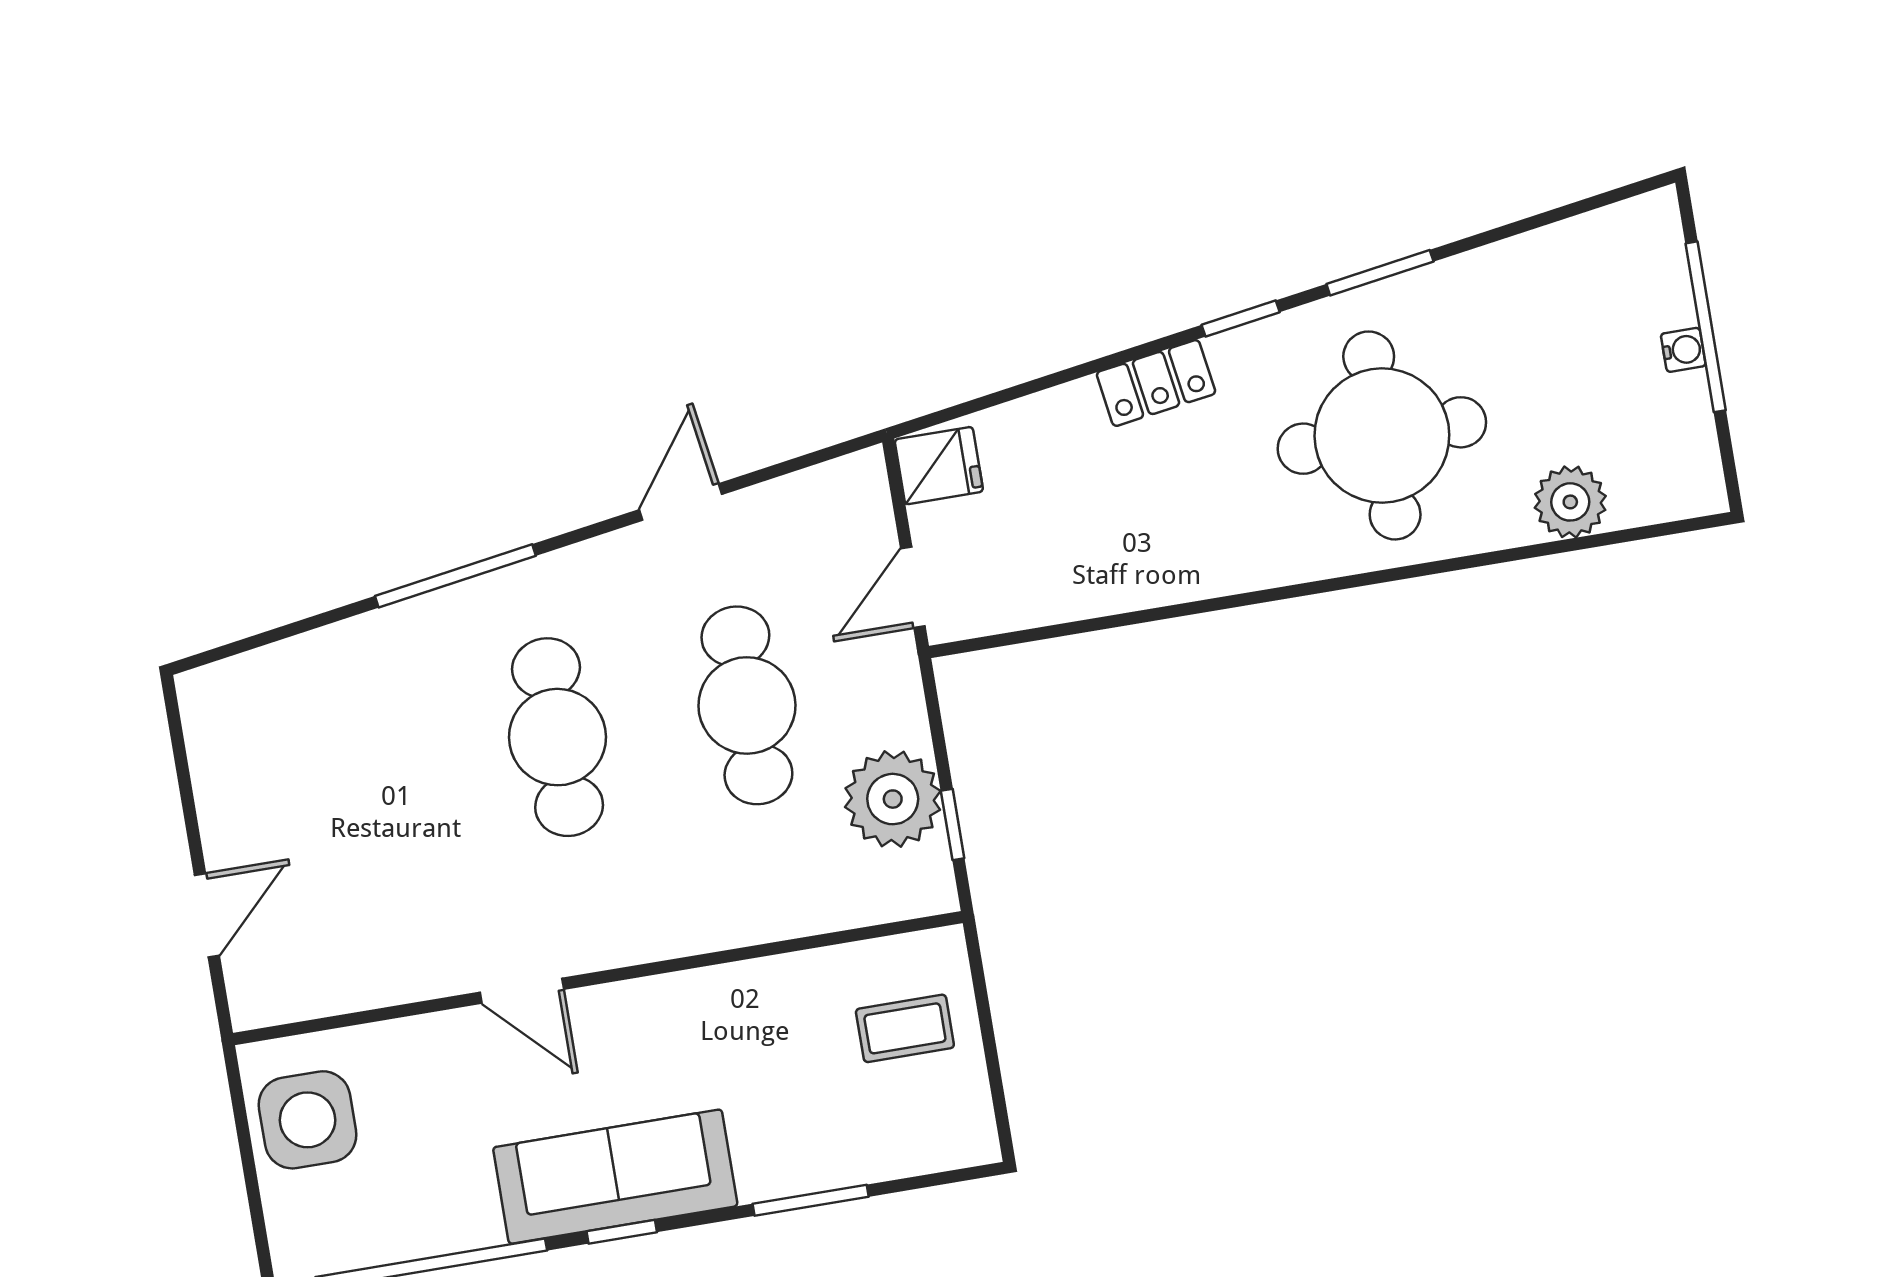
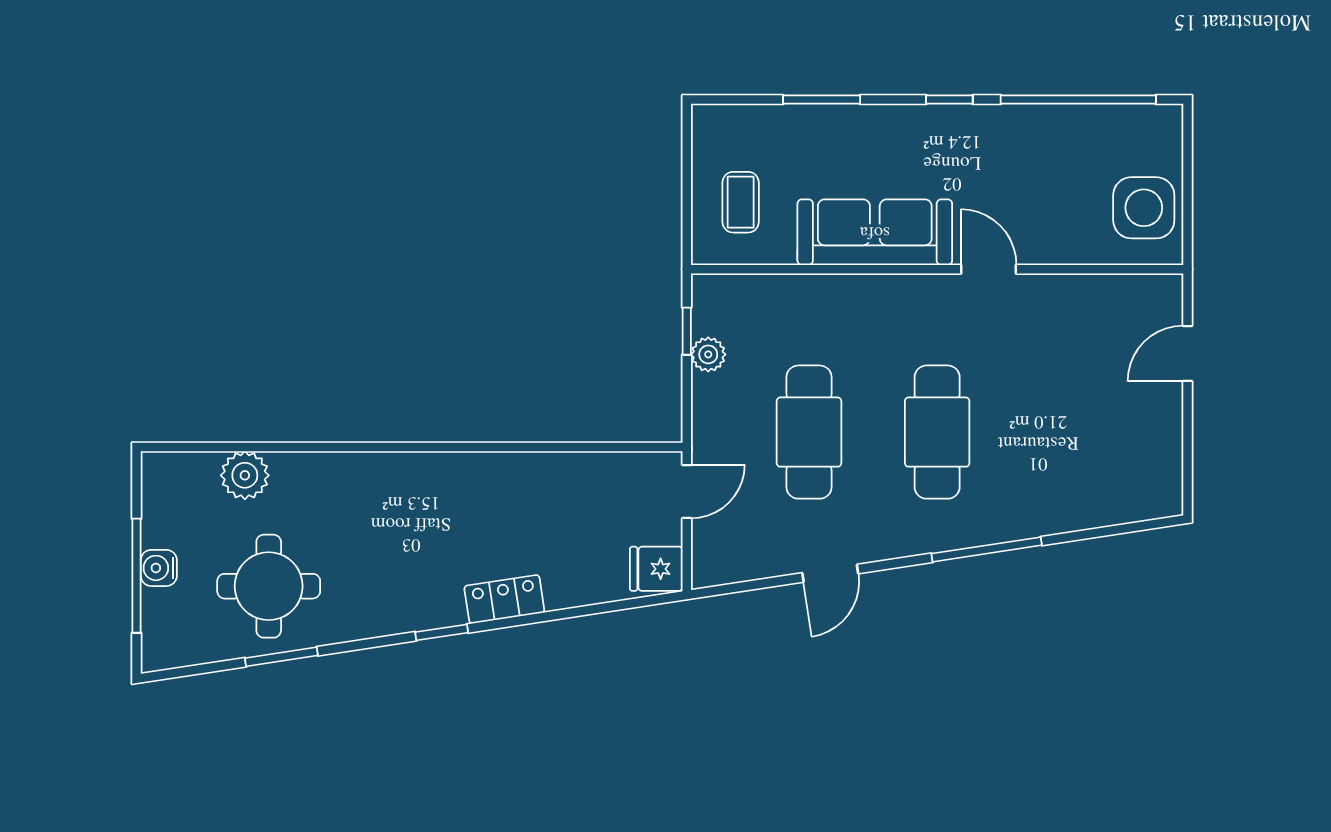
window: (1380, 273) -> (281, 657), moved
water cooler: (1683, 350) -> (159, 568), width x1.38, depth x1.38
round table: (1382, 435) -> (269, 586), moved, width x0.73, depth x0.73
plant: (893, 799) -> (708, 354), width x0.53, depth x0.53
coffee table: (905, 1028) -> (741, 202), turned 90
sofa: (615, 1177) -> (875, 232), moved, turned 180

